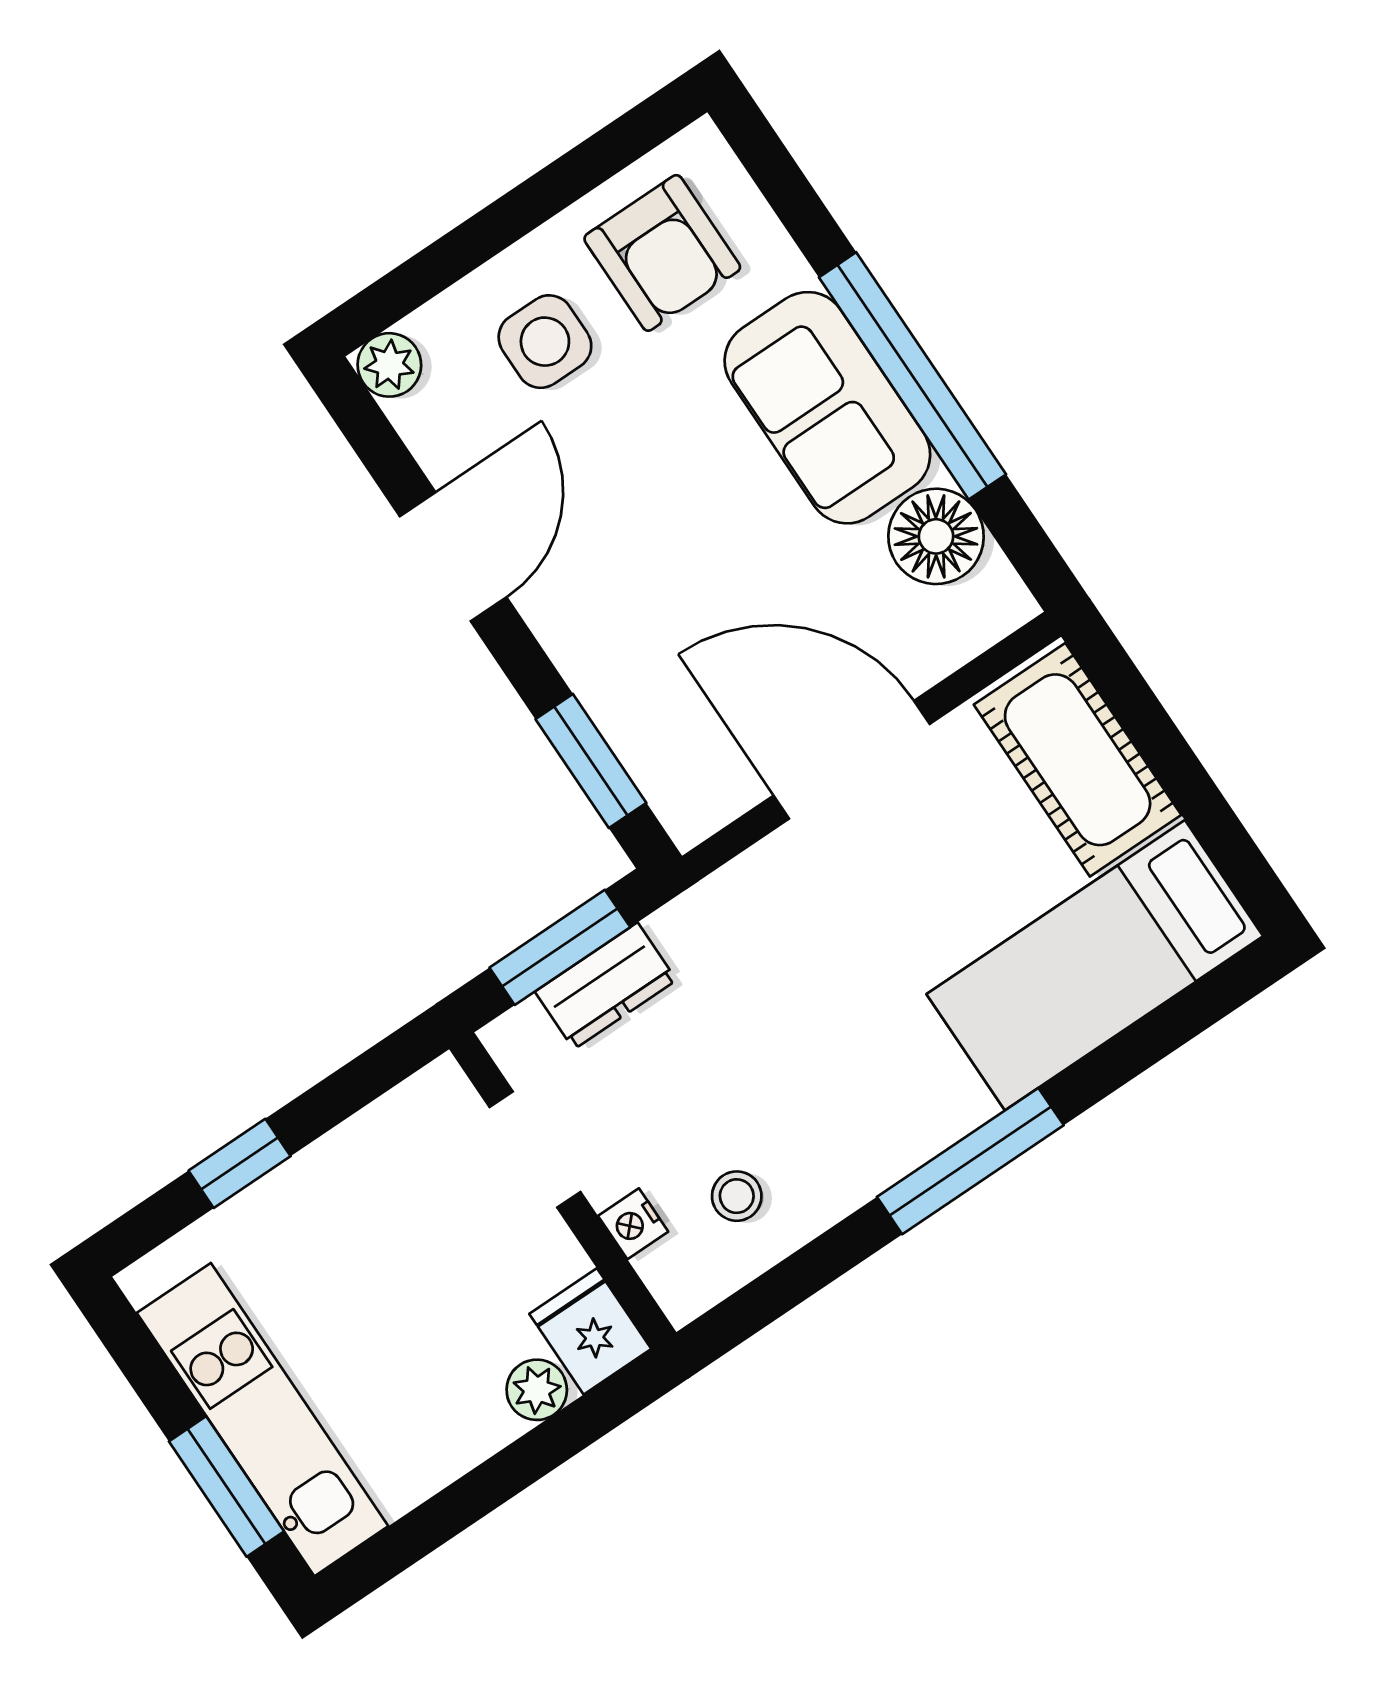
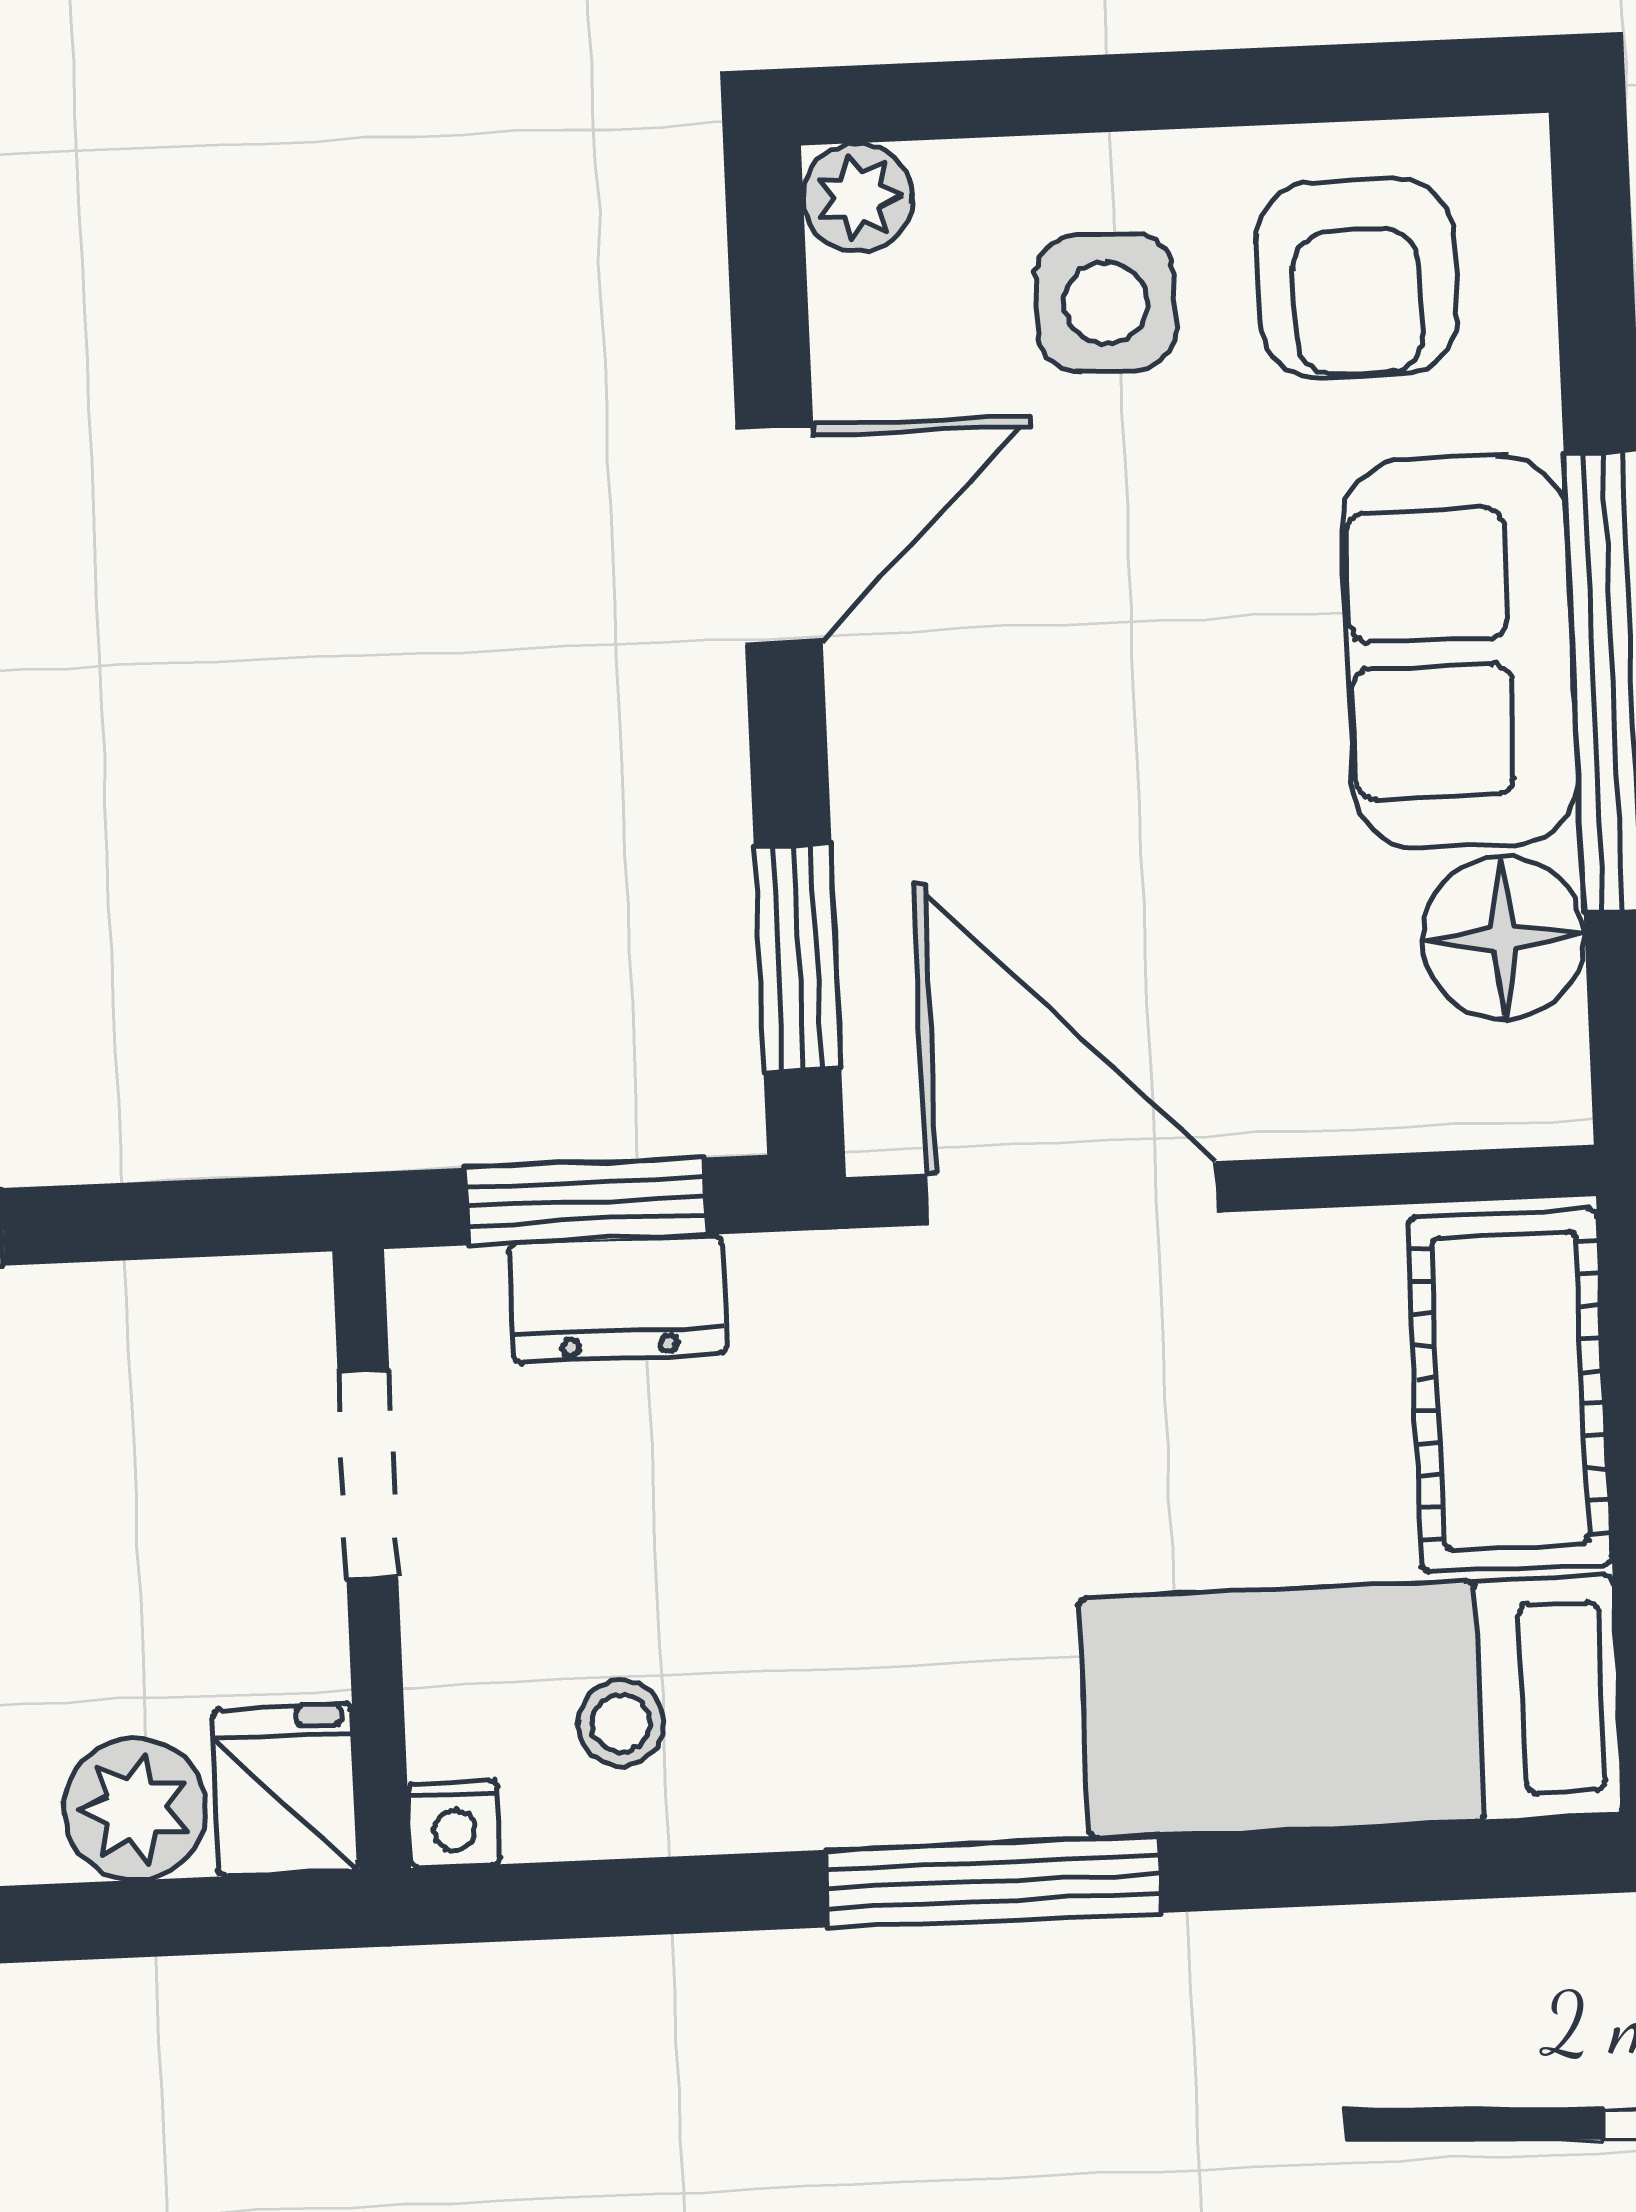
door: (852, 760) -> (1072, 1193), moved
nightstand: (633, 1224) -> (454, 1824), moved, turned -90
plant: (537, 1390) -> (135, 1809), width x1.38, depth x1.38

